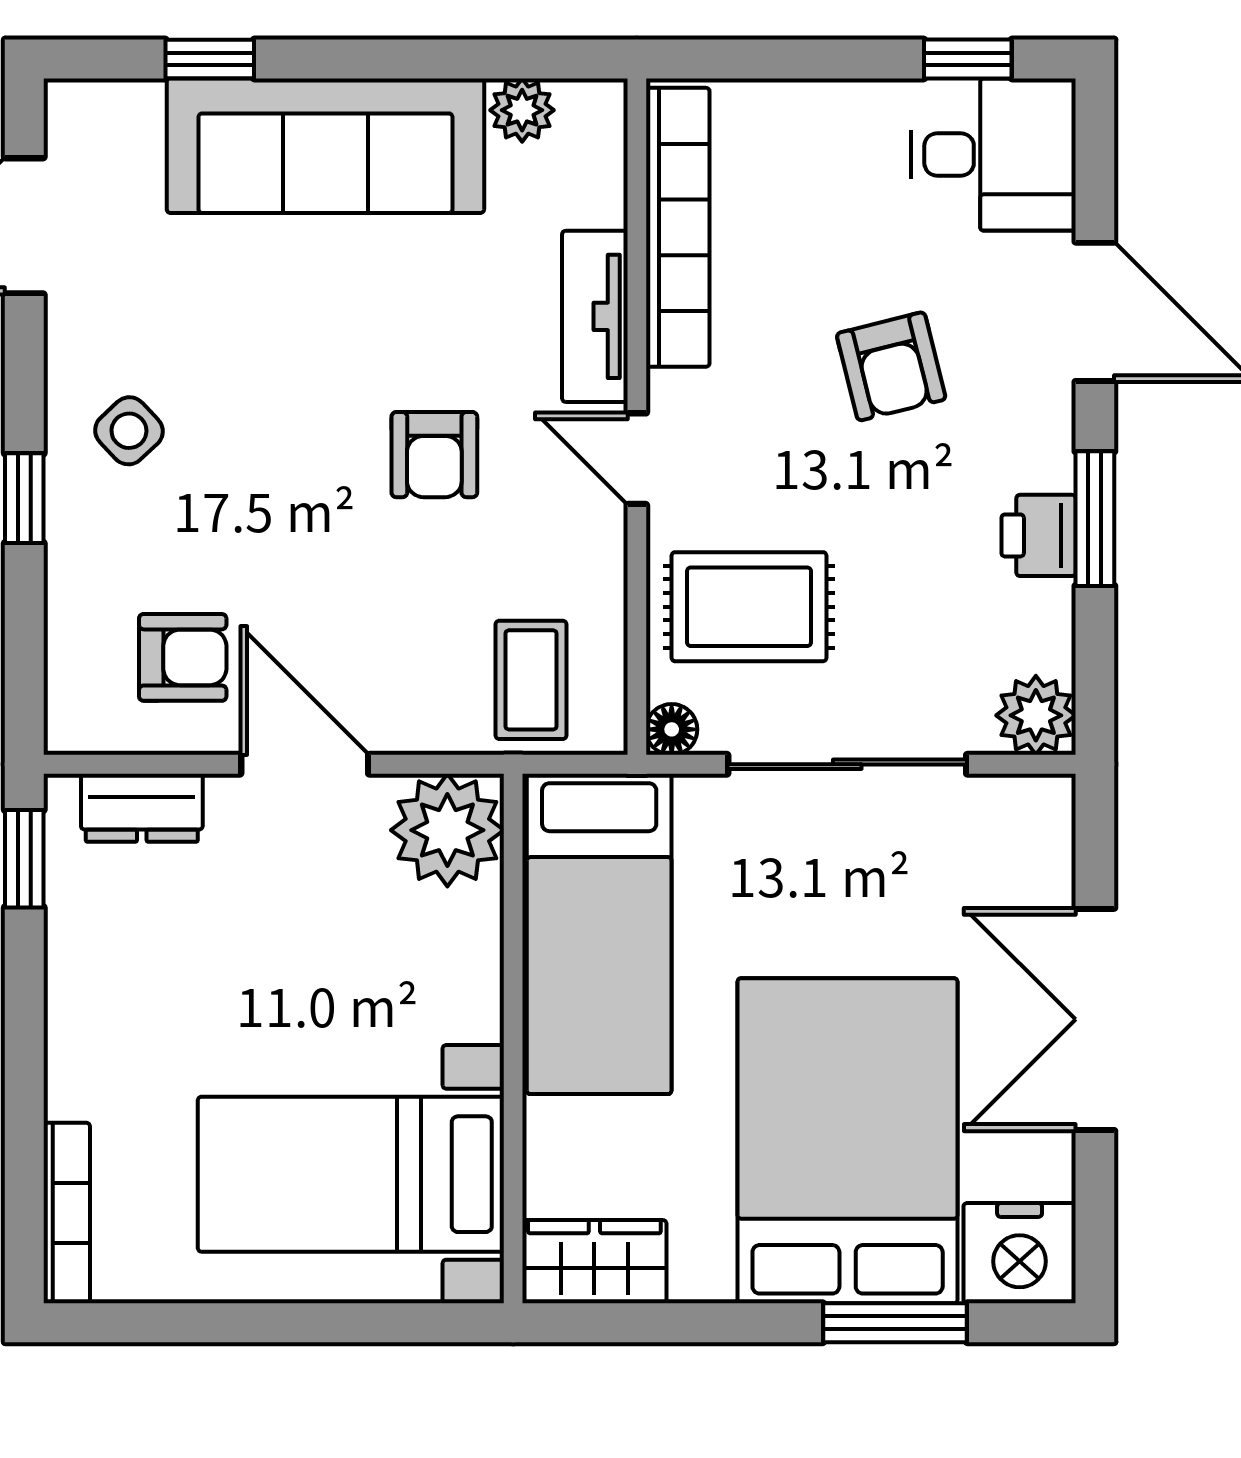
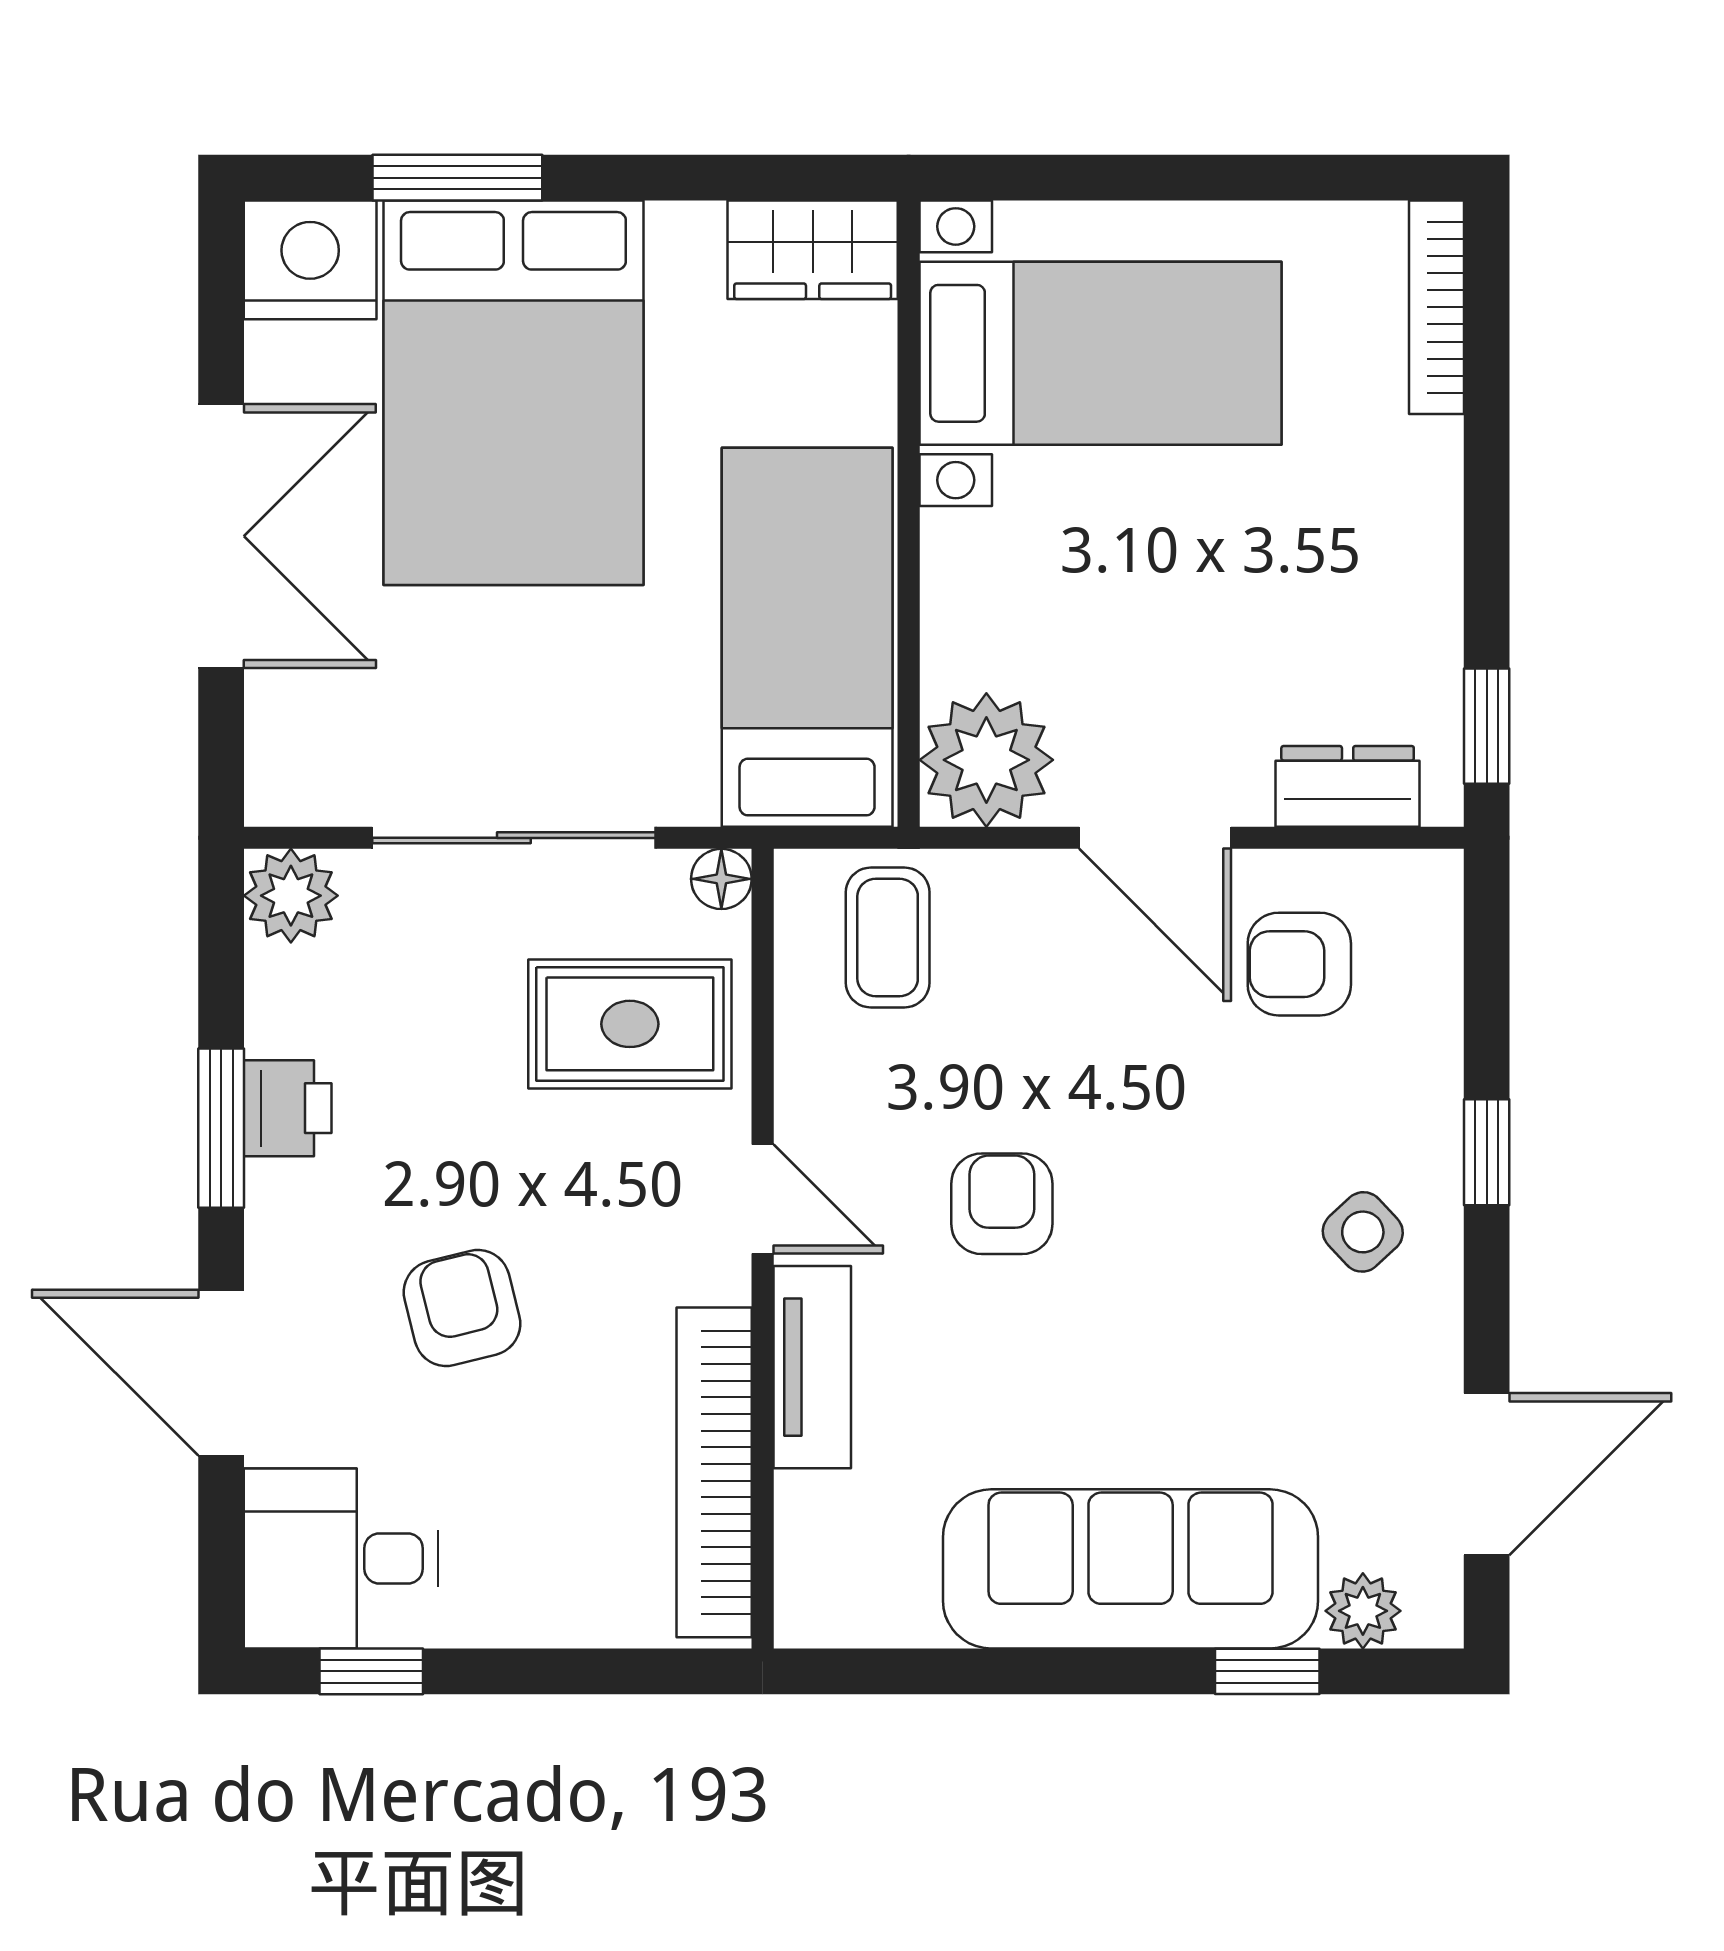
plant: (522, 110) -> (1363, 1611), moved

